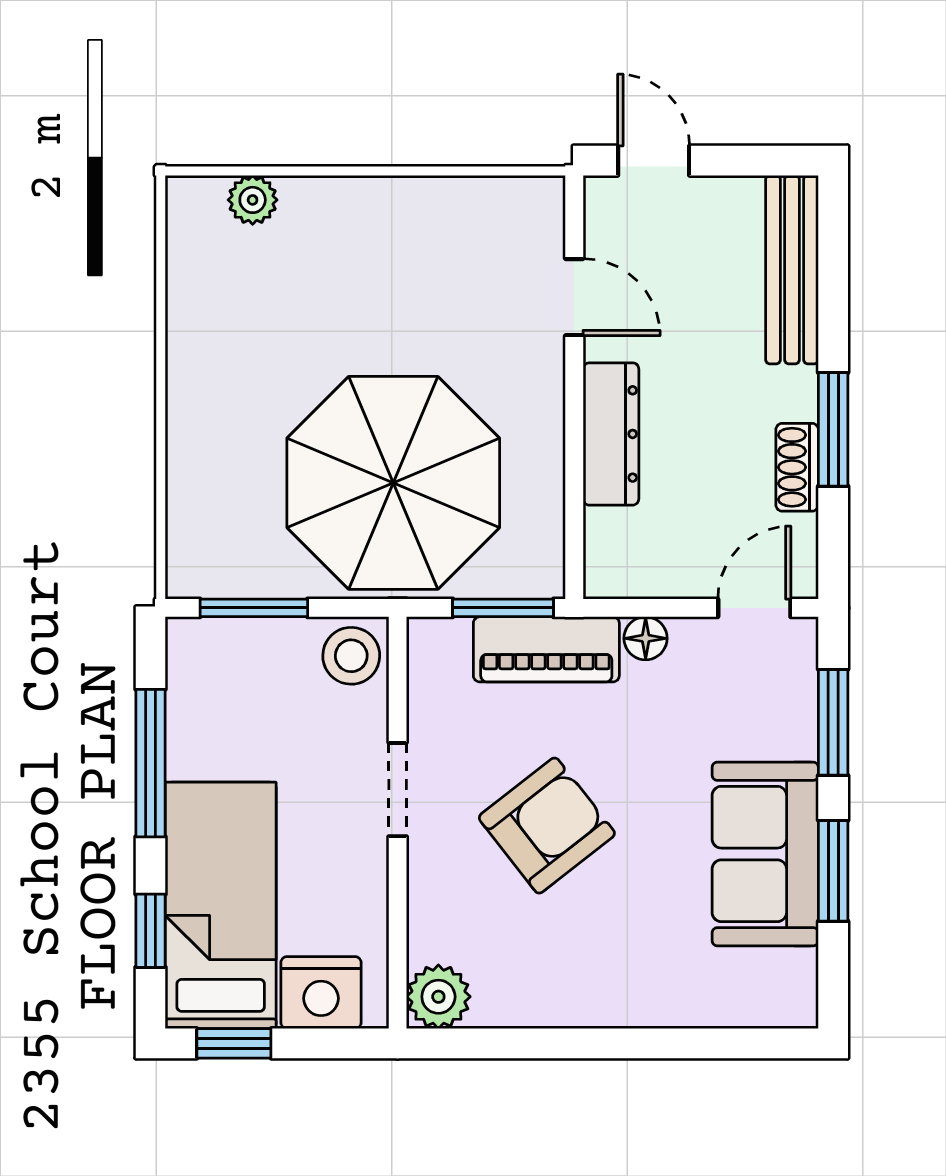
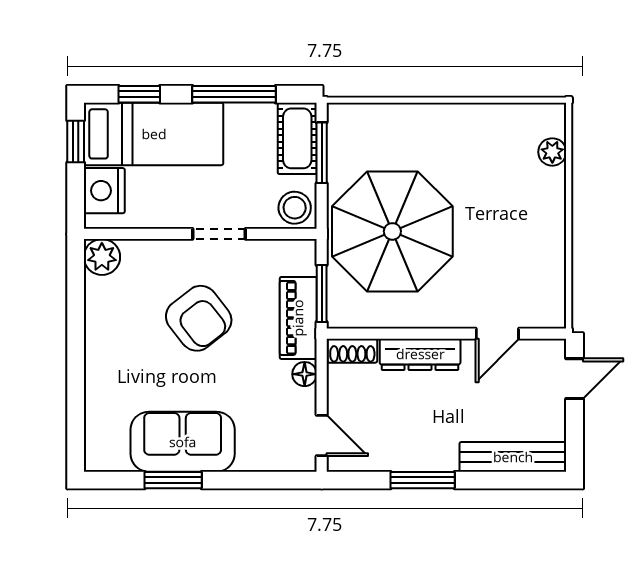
shoe rack: (797, 467) -> (352, 351), moved, turned 180
cot: (229, 651) -> (297, 138), added
window: (833, 722) -> (257, 480), removed

